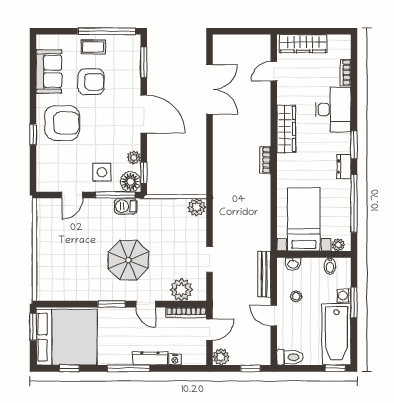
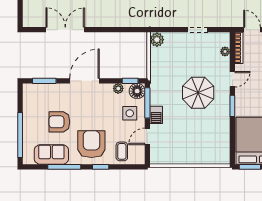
window: (107, 31) -> (20, 135), moved
coffee table: (93, 47) -> (122, 151), moved
armchair: (91, 82) -> (59, 122), turned -90
window: (33, 88) -> (64, 167), added
door: (72, 195) -> (147, 136), swing flipped
barbecue: (126, 206) -> (156, 115), moved
plant: (181, 290) -> (225, 52), width x0.53, depth x0.53

